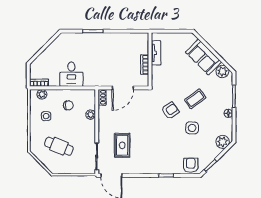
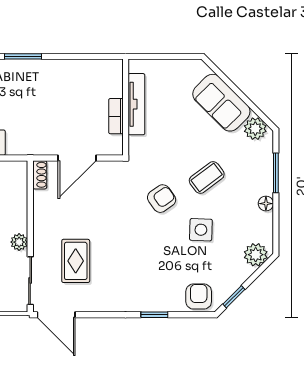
tv unit: (156, 53) -> (136, 104), width x1.41
plant: (91, 115) -> (19, 242), moved

